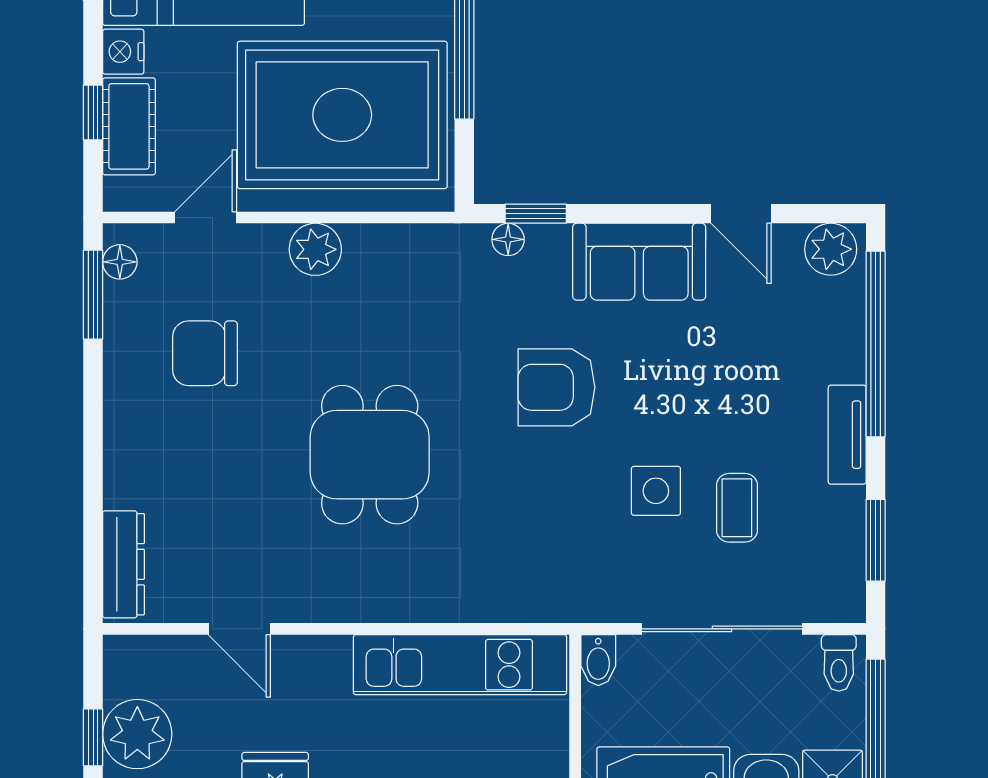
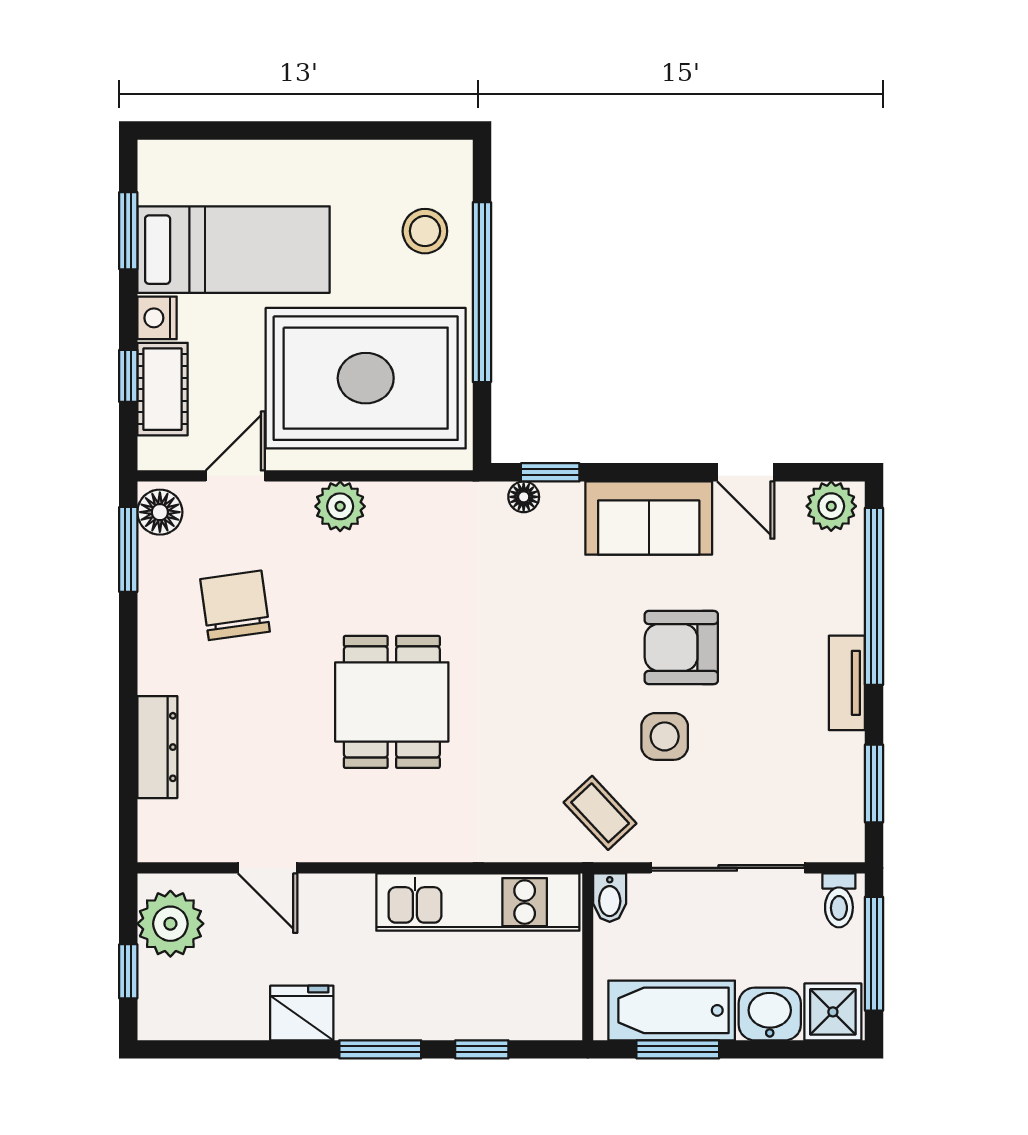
floor lamp: (120, 262) -> (160, 512), width x1.37, depth x1.37
chair: (205, 353) -> (235, 605), turned 82
armchair: (556, 387) -> (681, 647), moved
coffee table: (737, 508) -> (600, 813), moved, turned -43
dresser: (124, 564) -> (157, 747), moved
plant: (137, 734) -> (170, 924), moved

